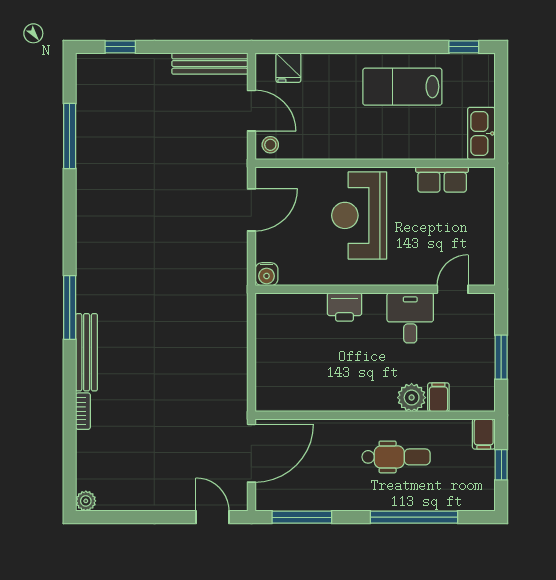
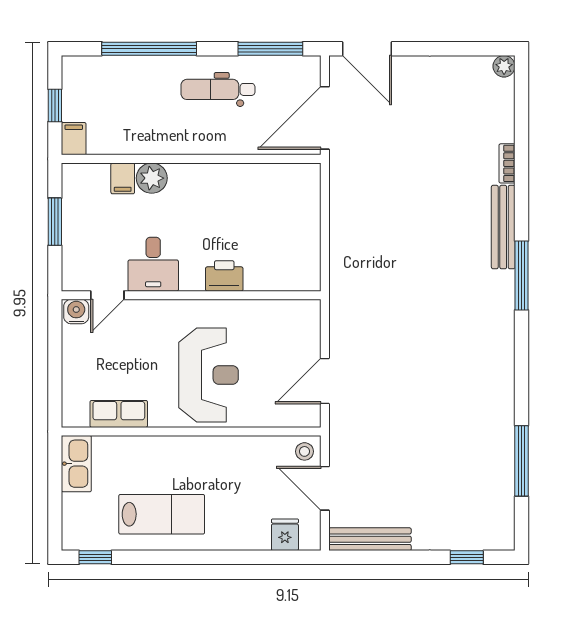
water cooler: (267, 274) -> (76, 312), moved
dental chair: (396, 457) -> (218, 89), moved
door: (212, 517) -> (367, 49), width x1.38

